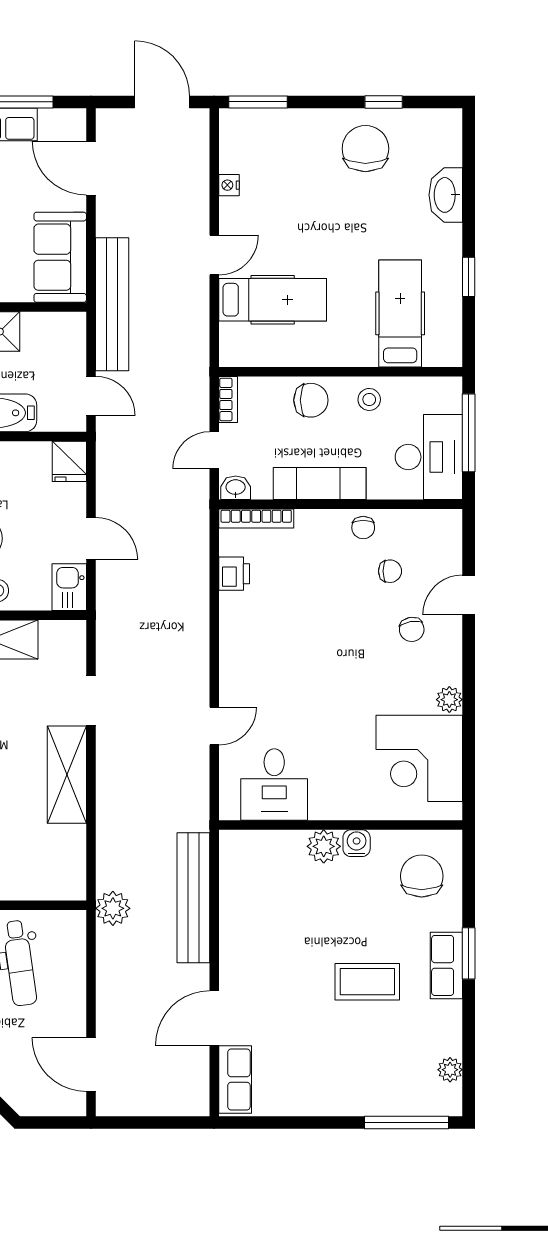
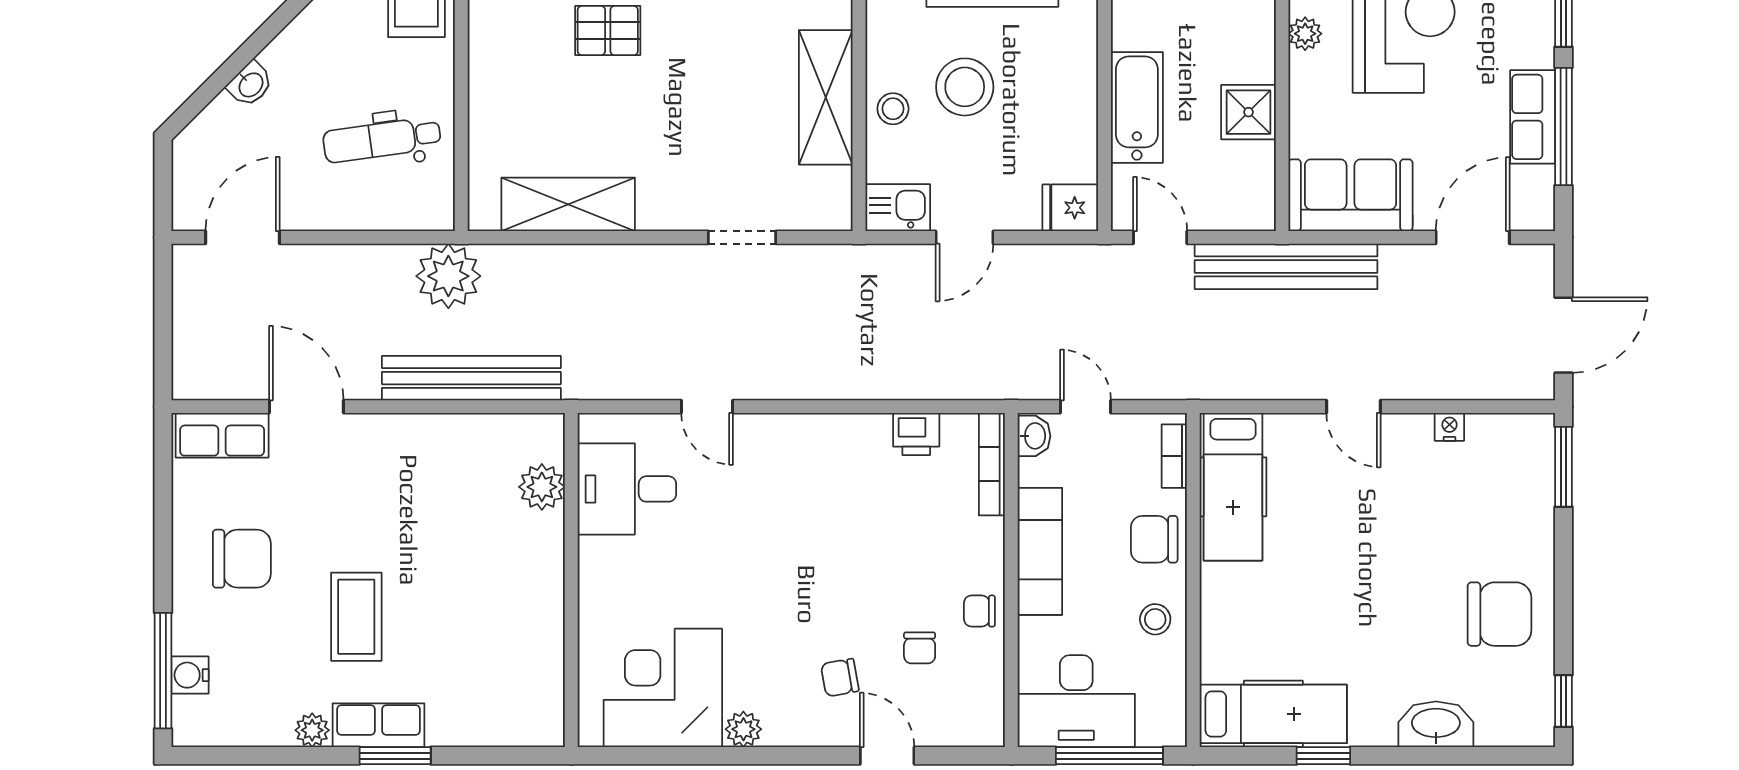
window: (384, 102) -> (1563, 701), moved
hospital bed: (273, 300) -> (1233, 487), moved
hospital bed: (400, 313) -> (1273, 714), moved
door: (91, 396) -> (1160, 237), swing flipped
bookcase: (228, 400) -> (1174, 456), moved, turned 90
chair: (311, 400) -> (1154, 539), turned 90
shelving: (67, 775) -> (568, 204), moved
water cooler: (357, 843) -> (190, 675), moved, turned 180
plant: (324, 846) -> (542, 487), moved
chair: (422, 876) -> (242, 559), moved
plant: (113, 908) -> (448, 276), width x1.36, depth x1.36
plant: (450, 1070) -> (312, 730), moved

